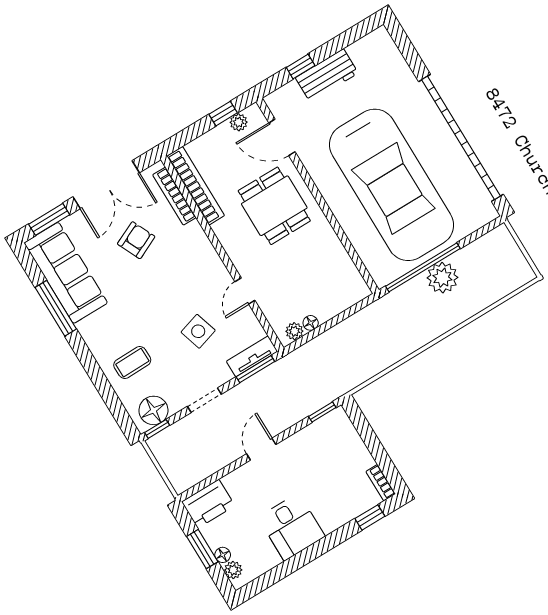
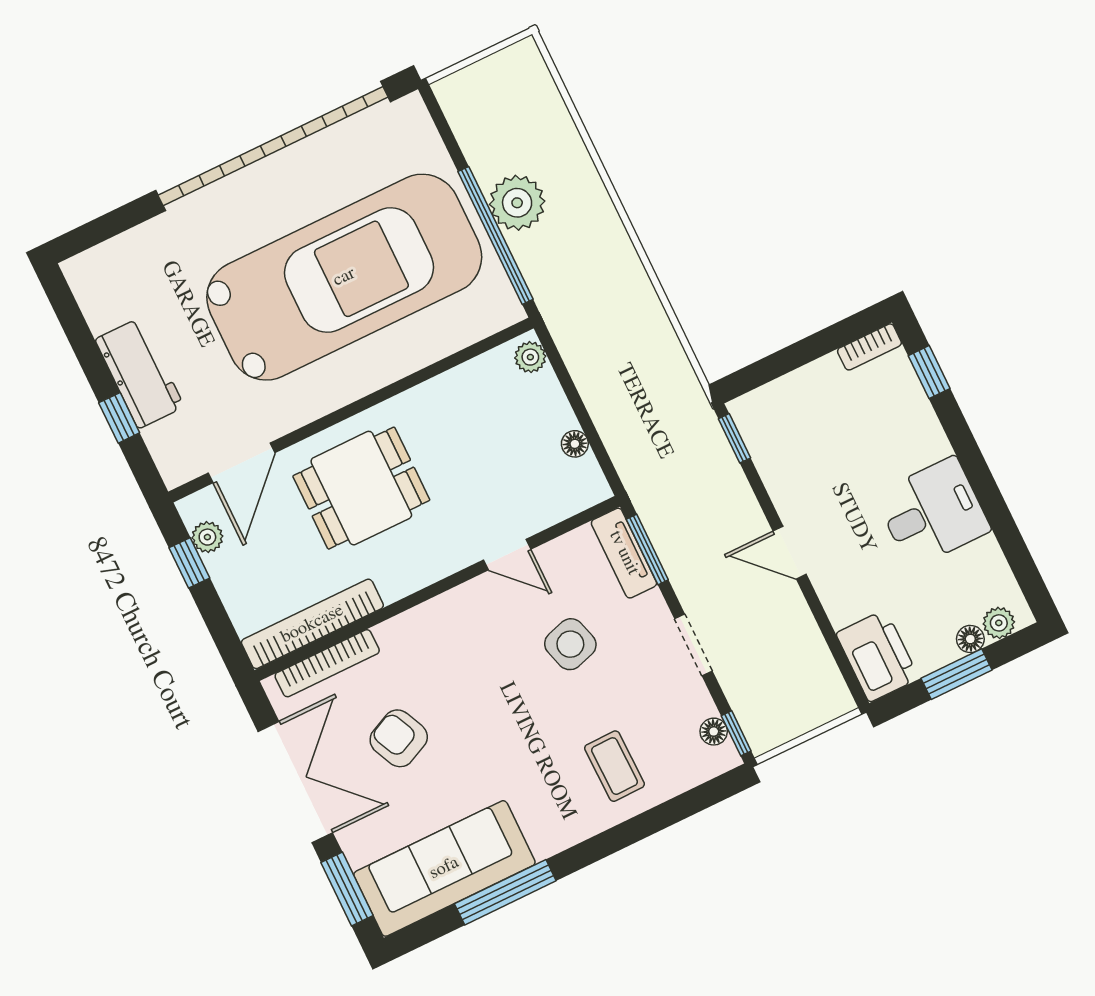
plant: (294, 331) -> (530, 357), moved
floor lamp: (153, 410) -> (714, 732), width x0.53, depth x0.53

